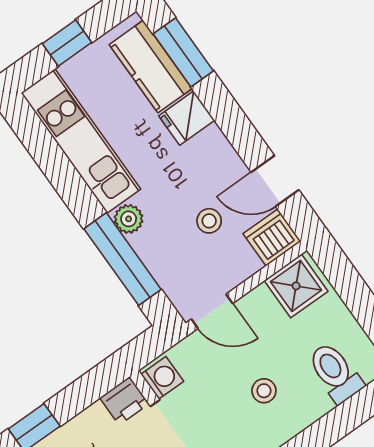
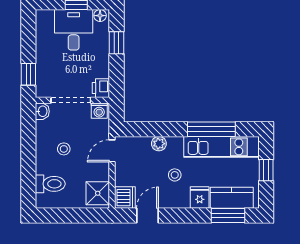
plant: (129, 219) -> (159, 144), moved
stool: (209, 221) -> (175, 175), moved
window: (123, 259) -> (211, 129), moved

